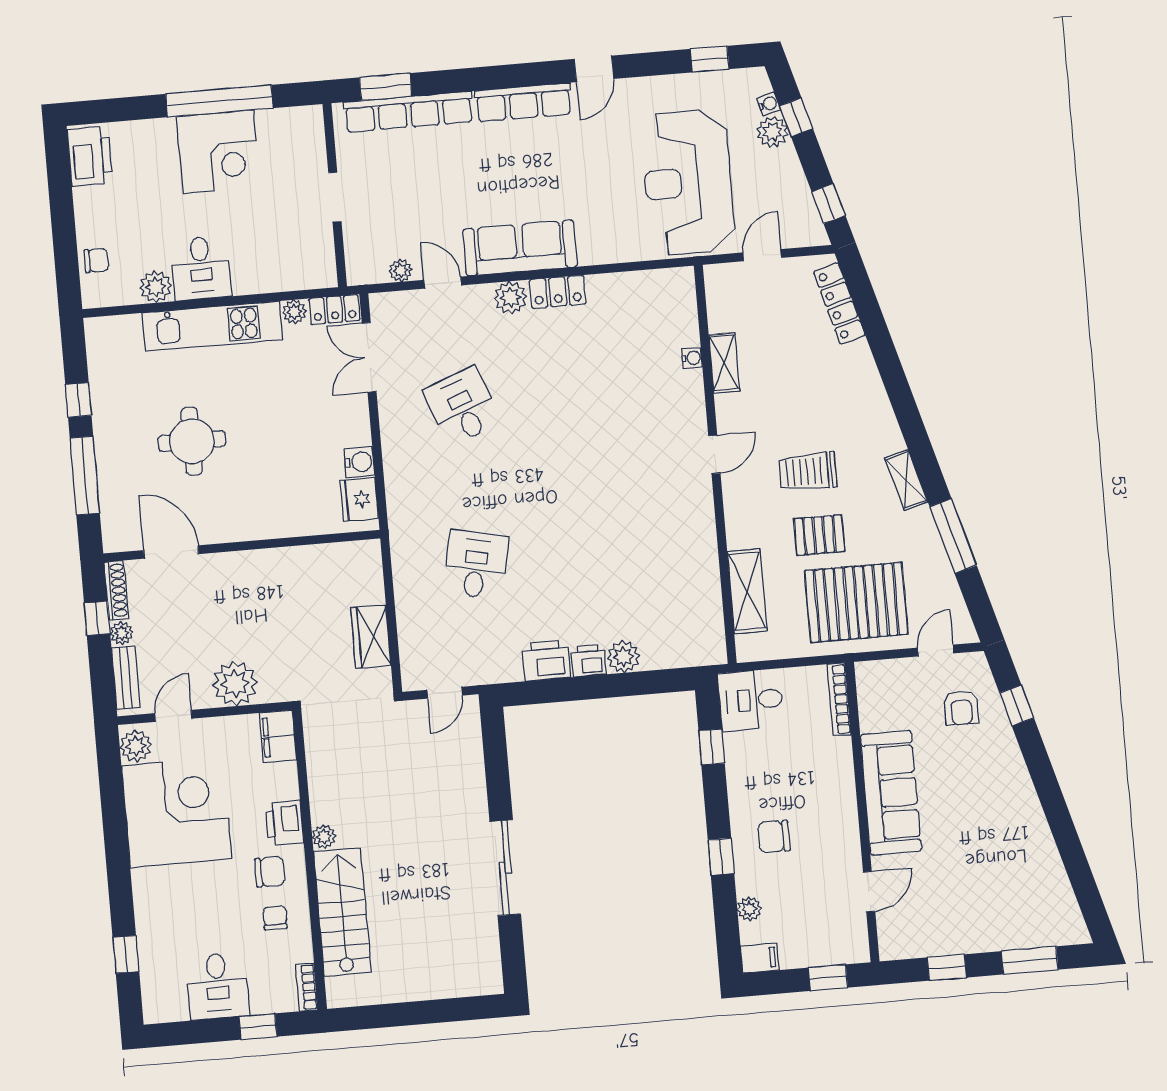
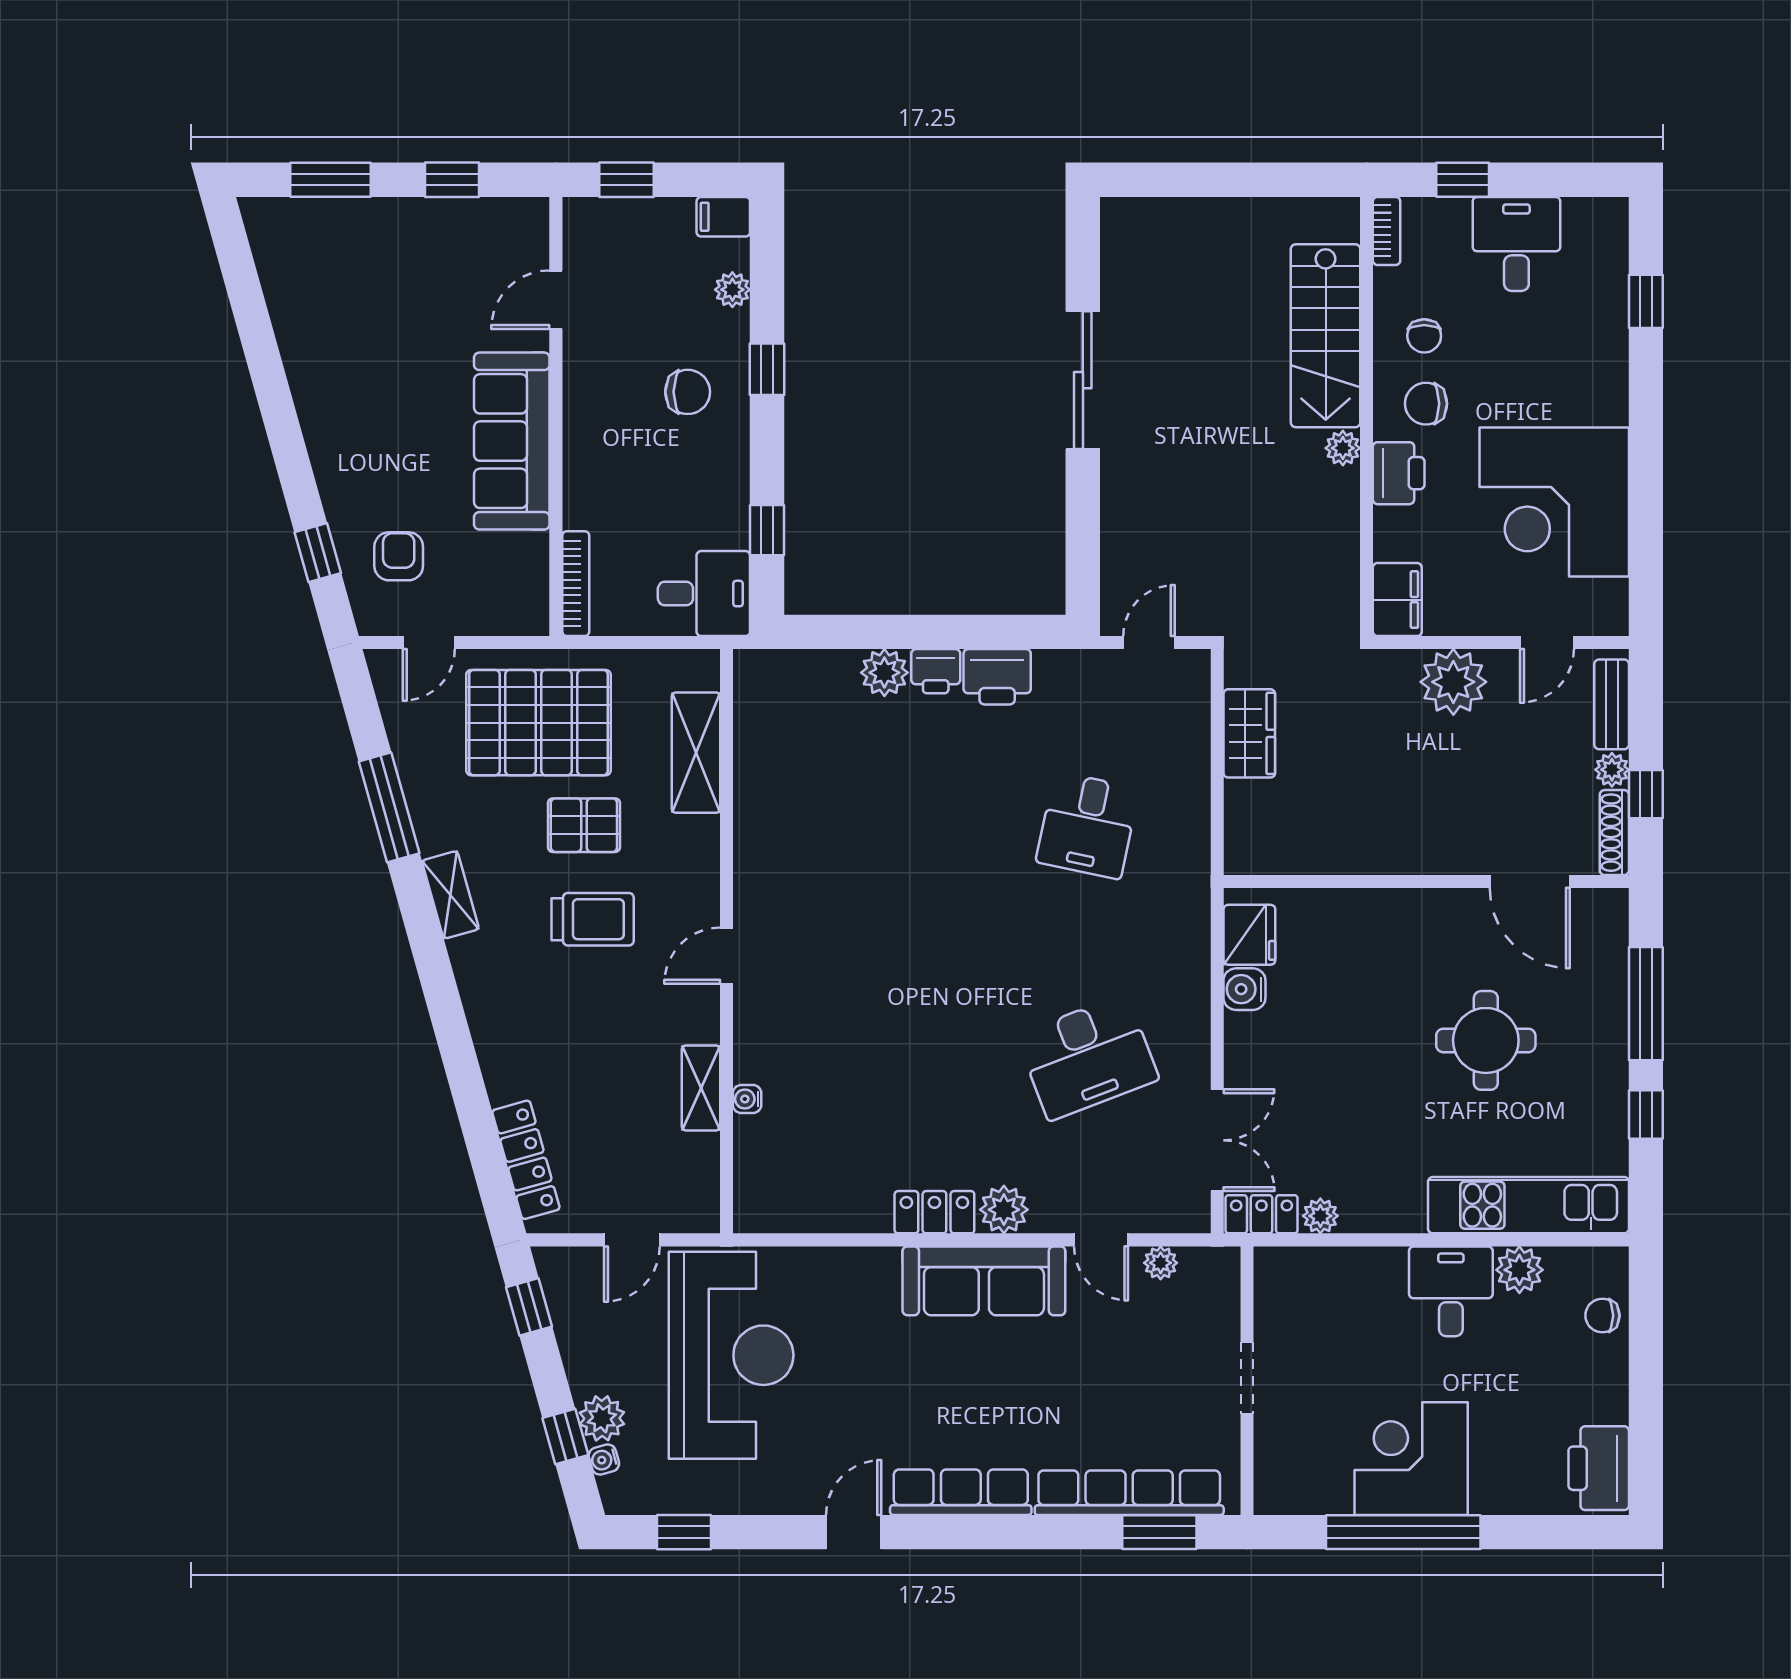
kitchen unit: (212, 326) -> (1529, 1205), moved
desk: (462, 406) -> (1088, 1057), width x1.37
plant: (136, 746) -> (1605, 603), removed

